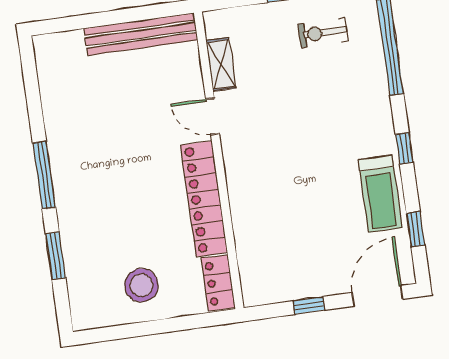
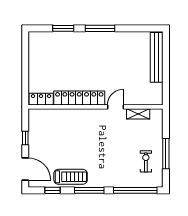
bench: (141, 34) -> (157, 57), moved
window: (404, 148) -> (89, 190), width x2.17
treadmill: (380, 194) -> (71, 177), turned 180
stool: (141, 285) -> (45, 65), removed

